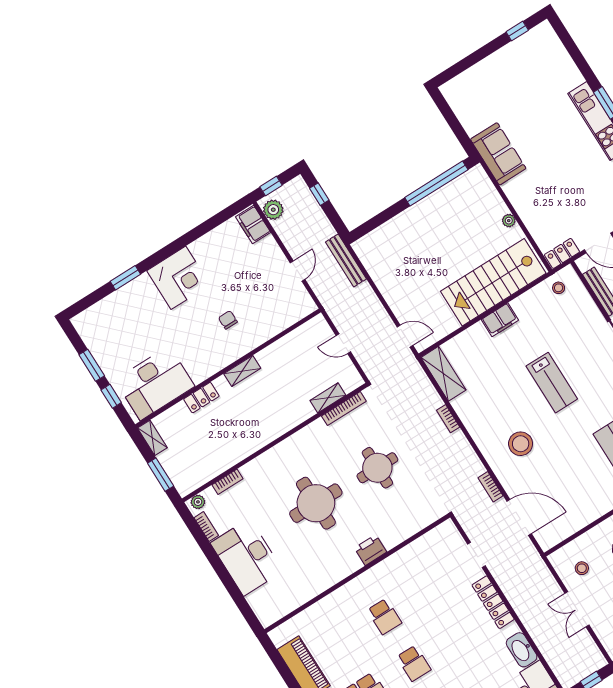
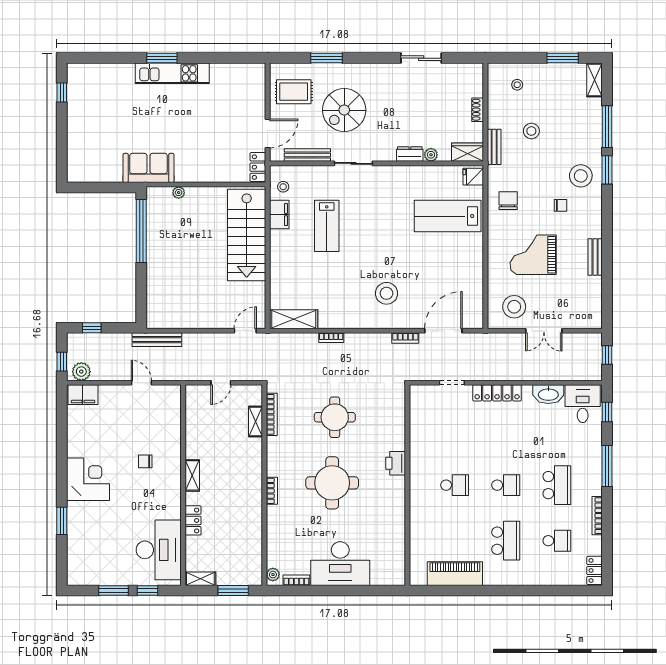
plant: (509, 221) -> (179, 193), moved
filing cabinet: (500, 320) -> (279, 215), moved
lab bench: (552, 383) -> (327, 226), moved, turned 90
bookcase: (228, 482) -> (272, 491), moved
stool: (582, 568) -> (514, 307), width x1.89, depth x1.89

